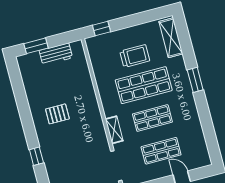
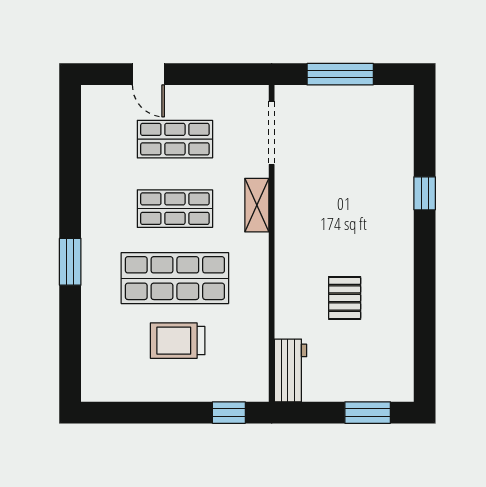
shelving: (171, 38) -> (96, 358), removed
workbench: (56, 54) -> (290, 370), moved, turned 90
pallet: (57, 114) -> (345, 298), moved, turned 90

